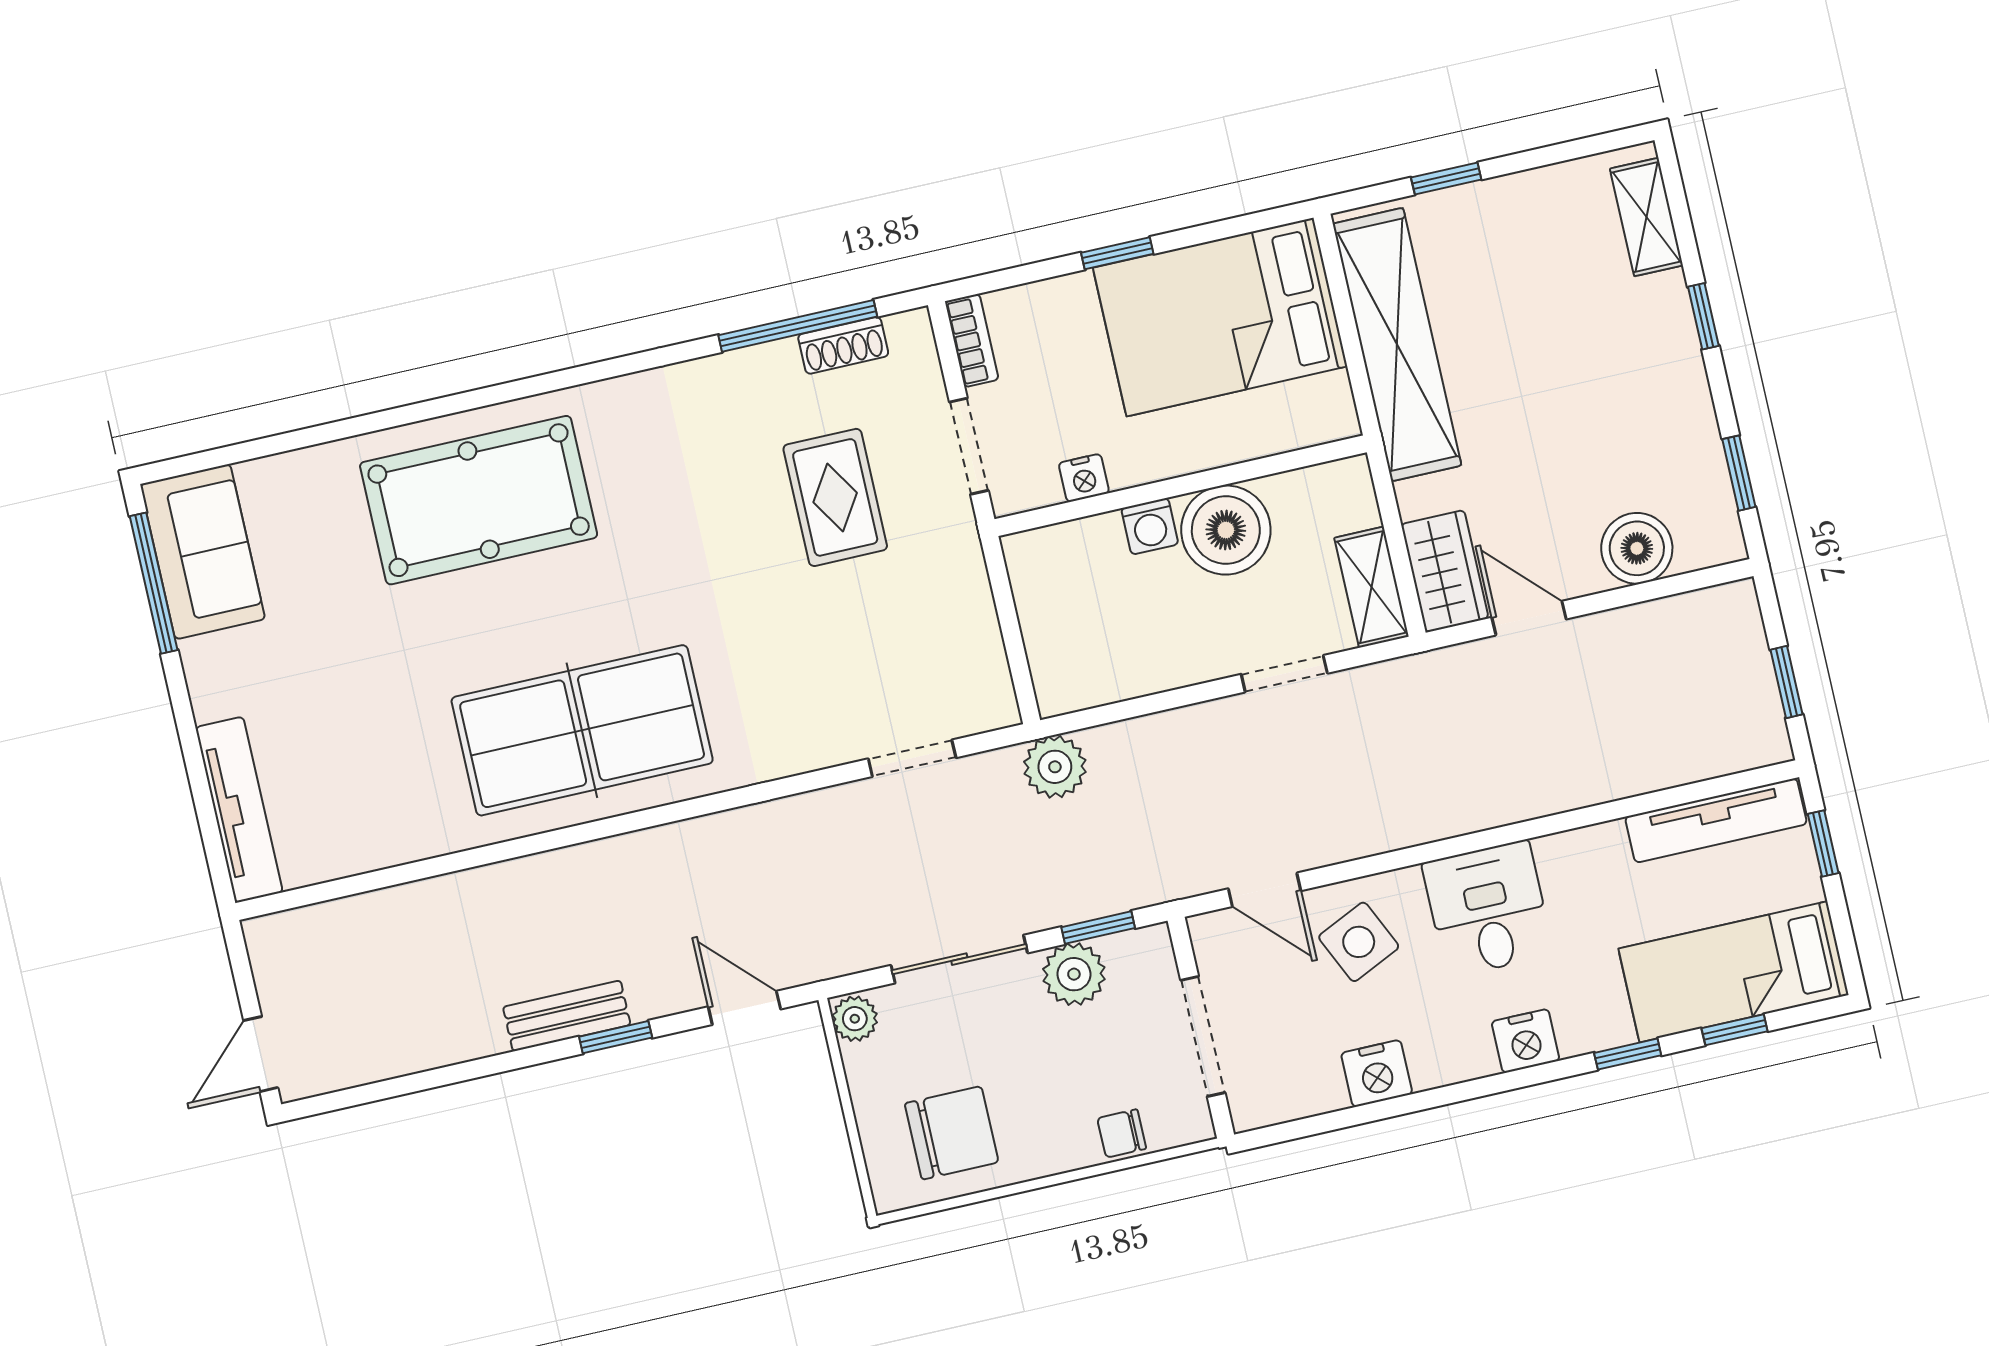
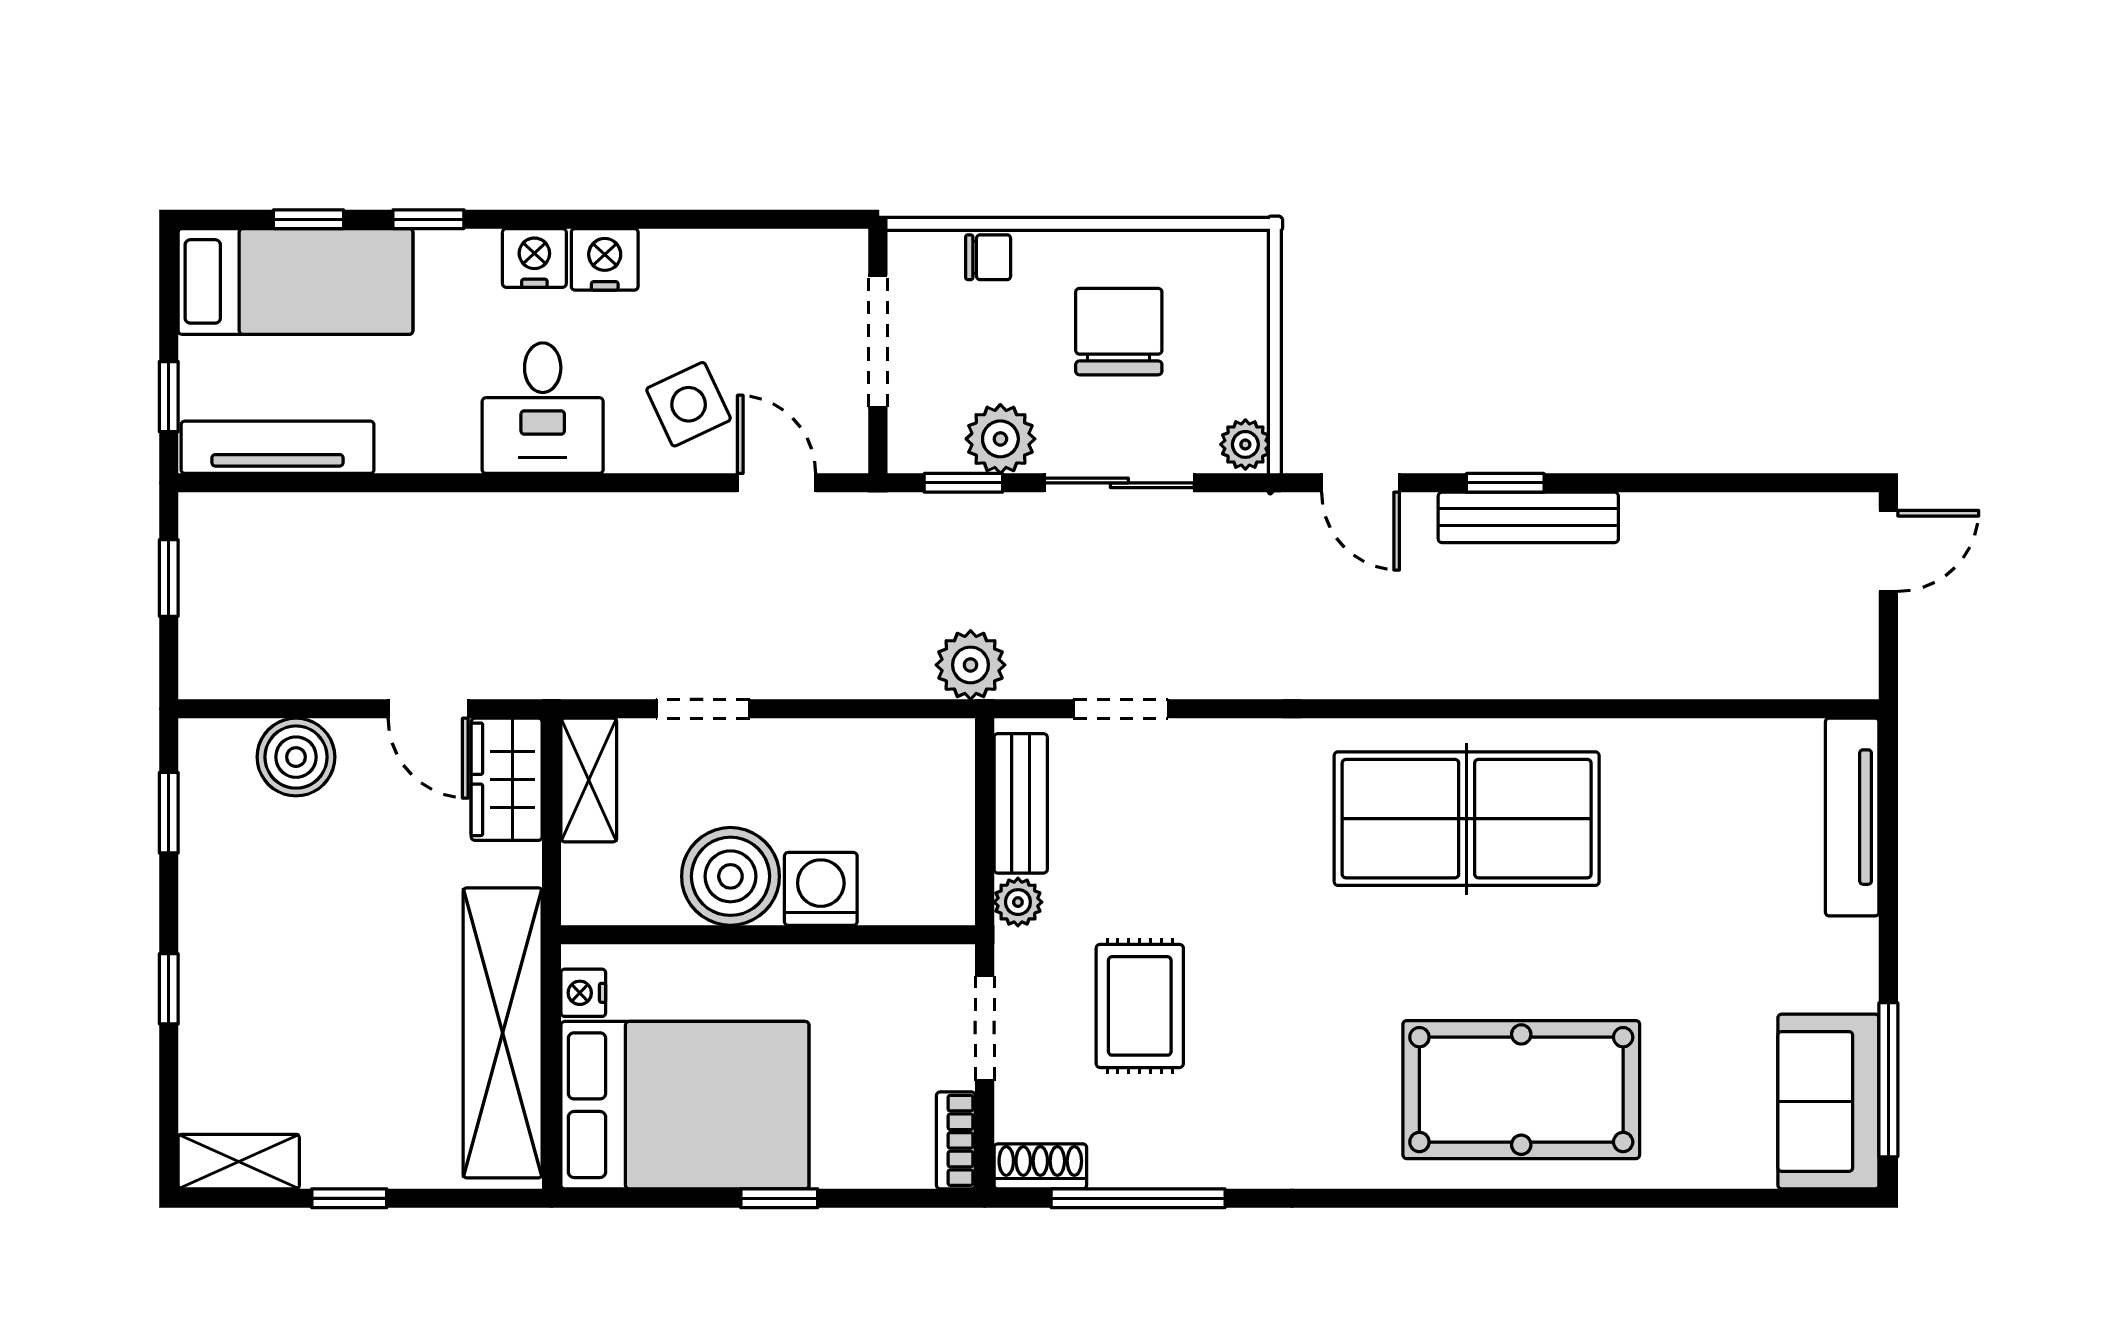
window: (1446, 179) -> (349, 1198), moved
shelving: (1646, 217) -> (239, 1162), moved, turned 90
shoe rack: (843, 345) -> (1040, 1166), moved
nightstand: (1084, 478) -> (583, 993), moved, turned -90
washing machine: (1150, 526) -> (821, 889), width x1.38, depth x1.38
plant: (965, 565) -> (1018, 902), added
bench: (982, 654) -> (1021, 803), added
bench: (567, 1016) -> (1528, 517), width x1.36
nightstand: (1377, 1073) -> (605, 259), moved
chair: (952, 1133) -> (1119, 332), moved, turned 90

